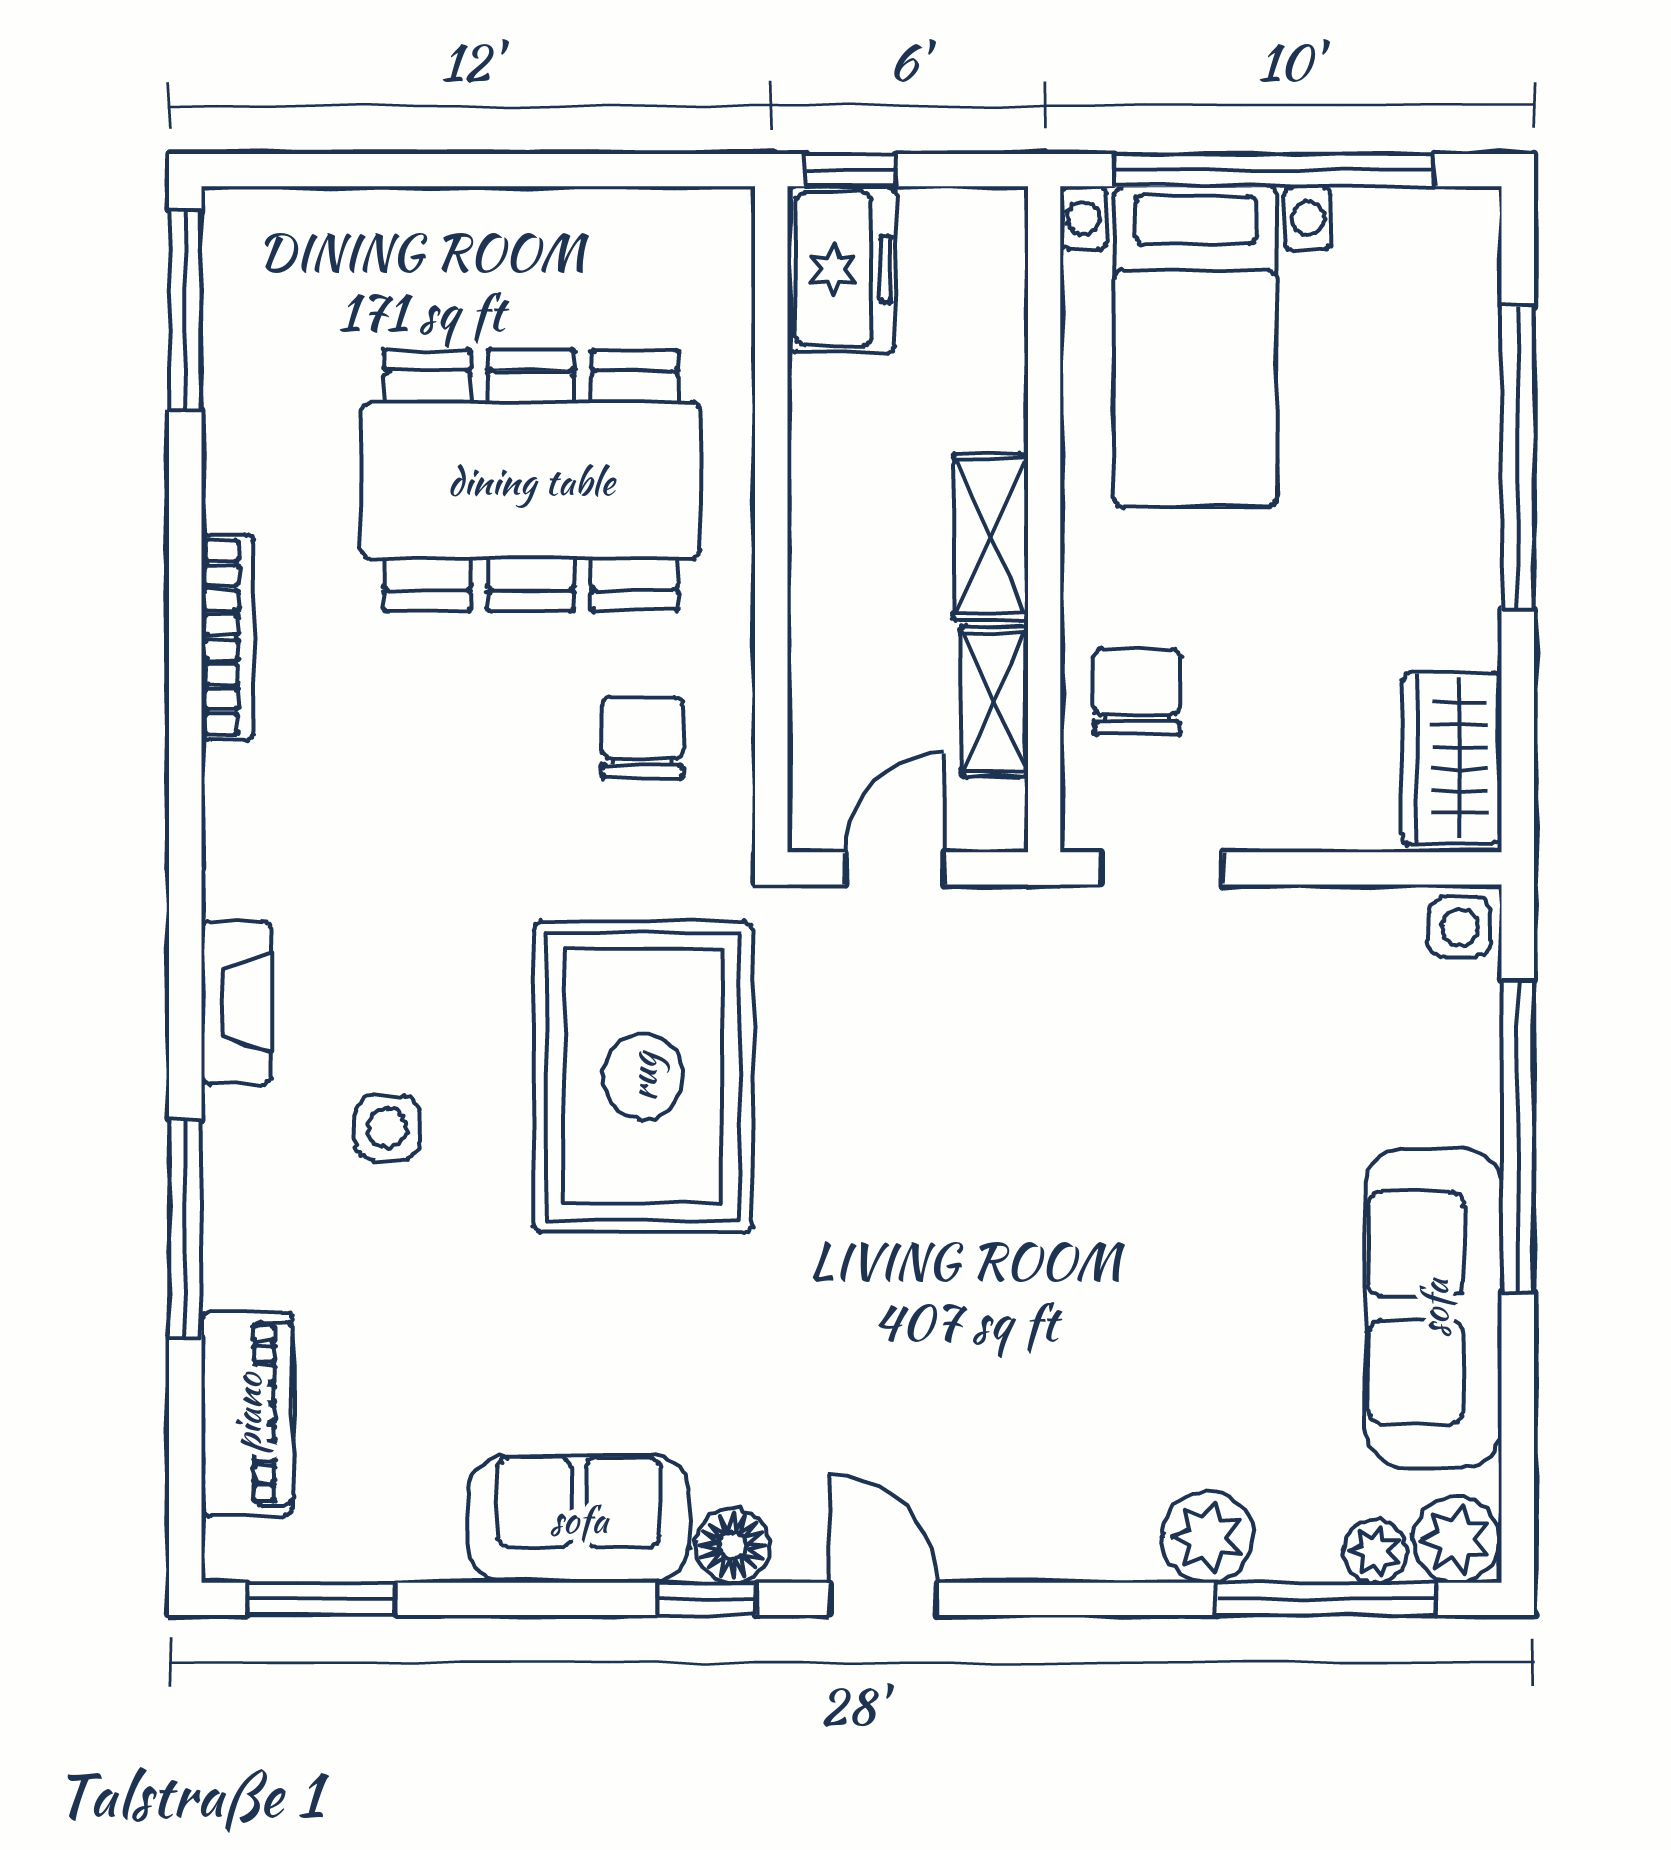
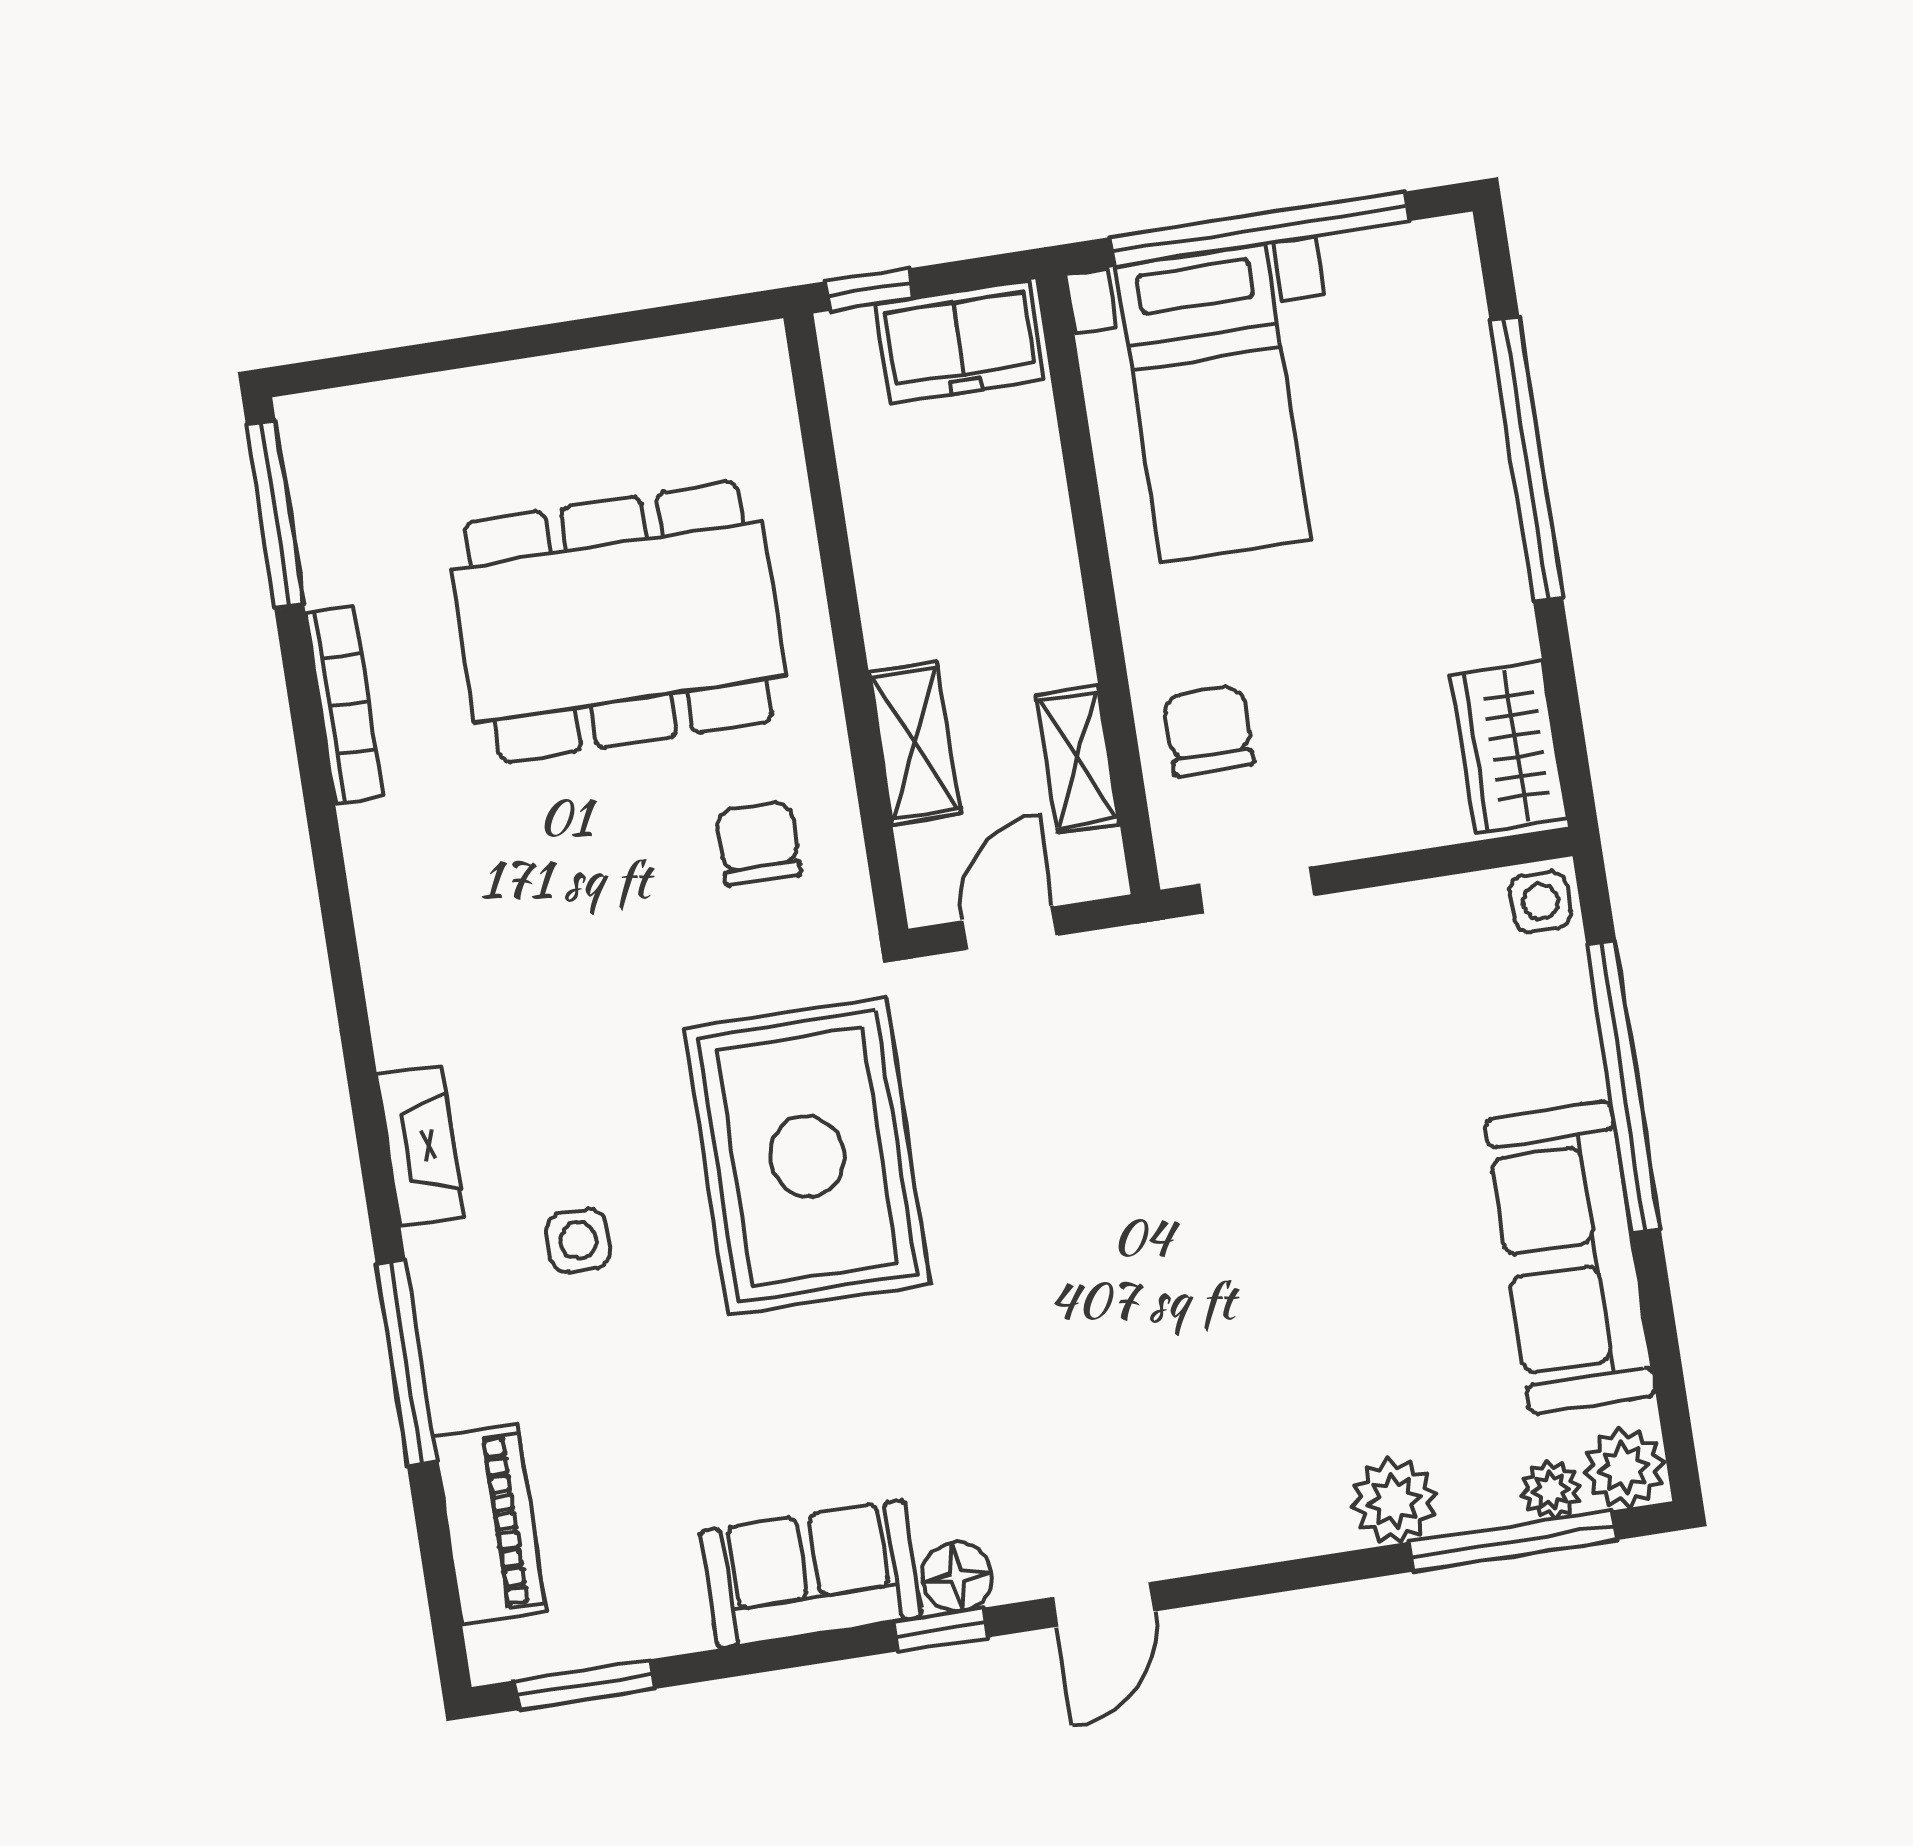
freezer: (841, 269) -> (960, 342), moved, turned 90
shelving: (991, 537) -> (915, 743), moved
bookcase: (228, 637) -> (345, 705), moved
door: (883, 1599) -> (1104, 1604), swing flipped

